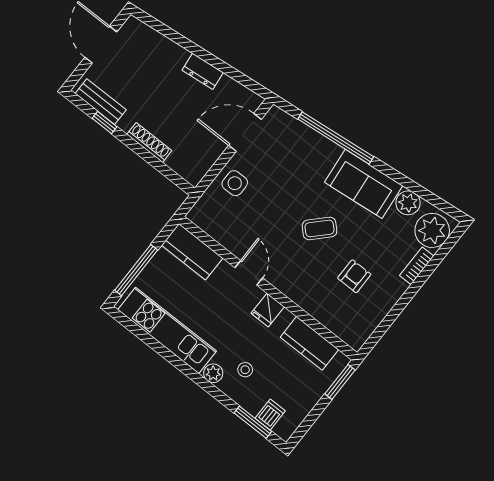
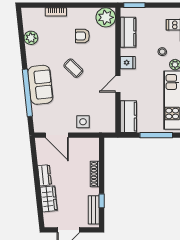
wardrobe: (166, 51) -> (49, 199), added
sofa: (364, 184) -> (40, 85), moved
plant: (432, 230) -> (106, 17), moved

